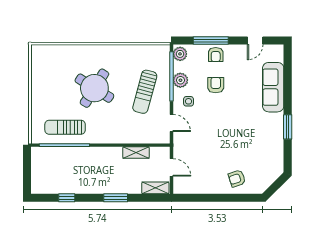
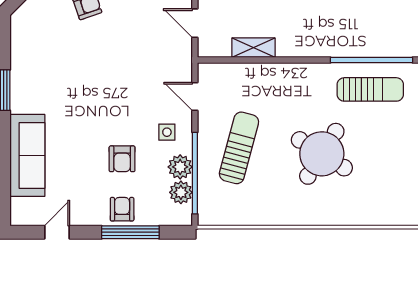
plant: (180, 54) -> (181, 192), moved

